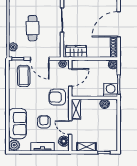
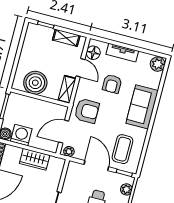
wardrobe: (76, 51) -> (35, 159), moved
washing machine: (111, 90) -> (21, 135), moved, turned 180
boiler: (105, 104) -> (35, 83), width x1.86, depth x1.86
sofa: (17, 124) -> (142, 107), moved

